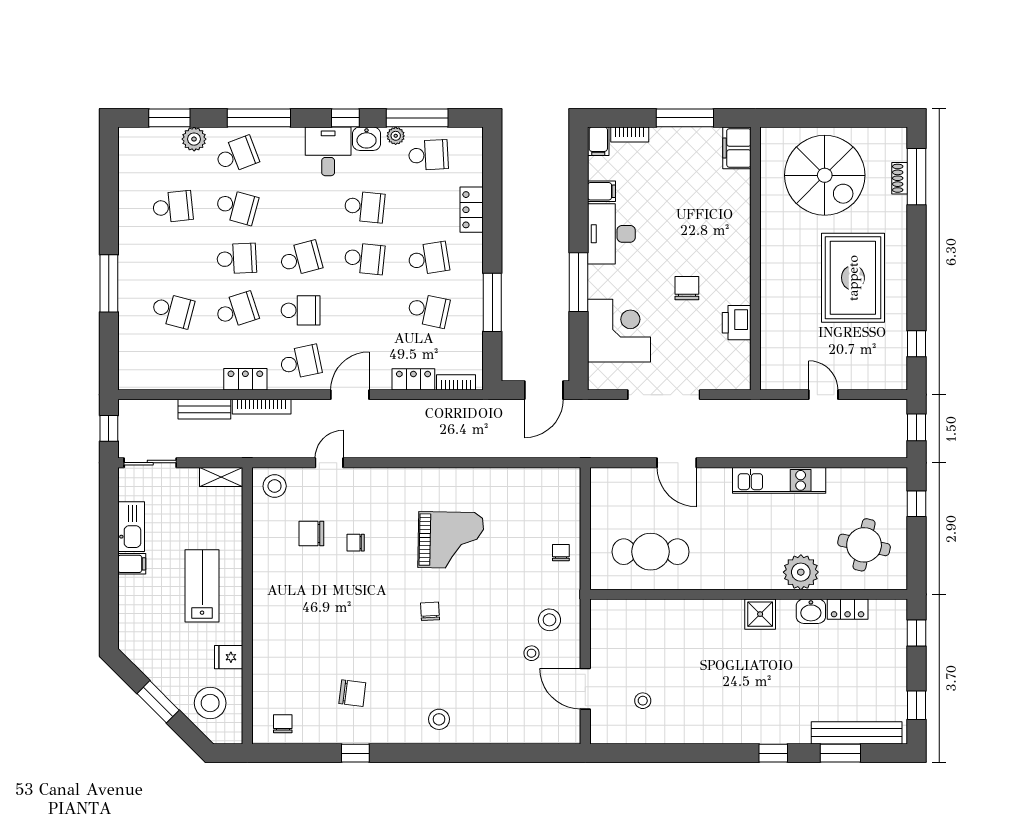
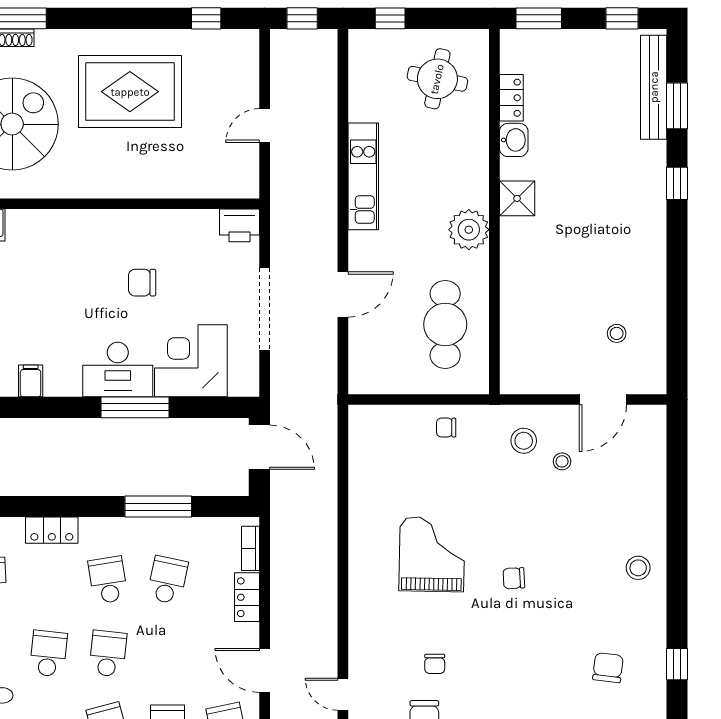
desk: (611, 234) -> (118, 369), moved
printer: (737, 323) -> (239, 225), moved
plant: (801, 572) -> (469, 230), moved
window: (917, 633) -> (539, 18), width x1.50

